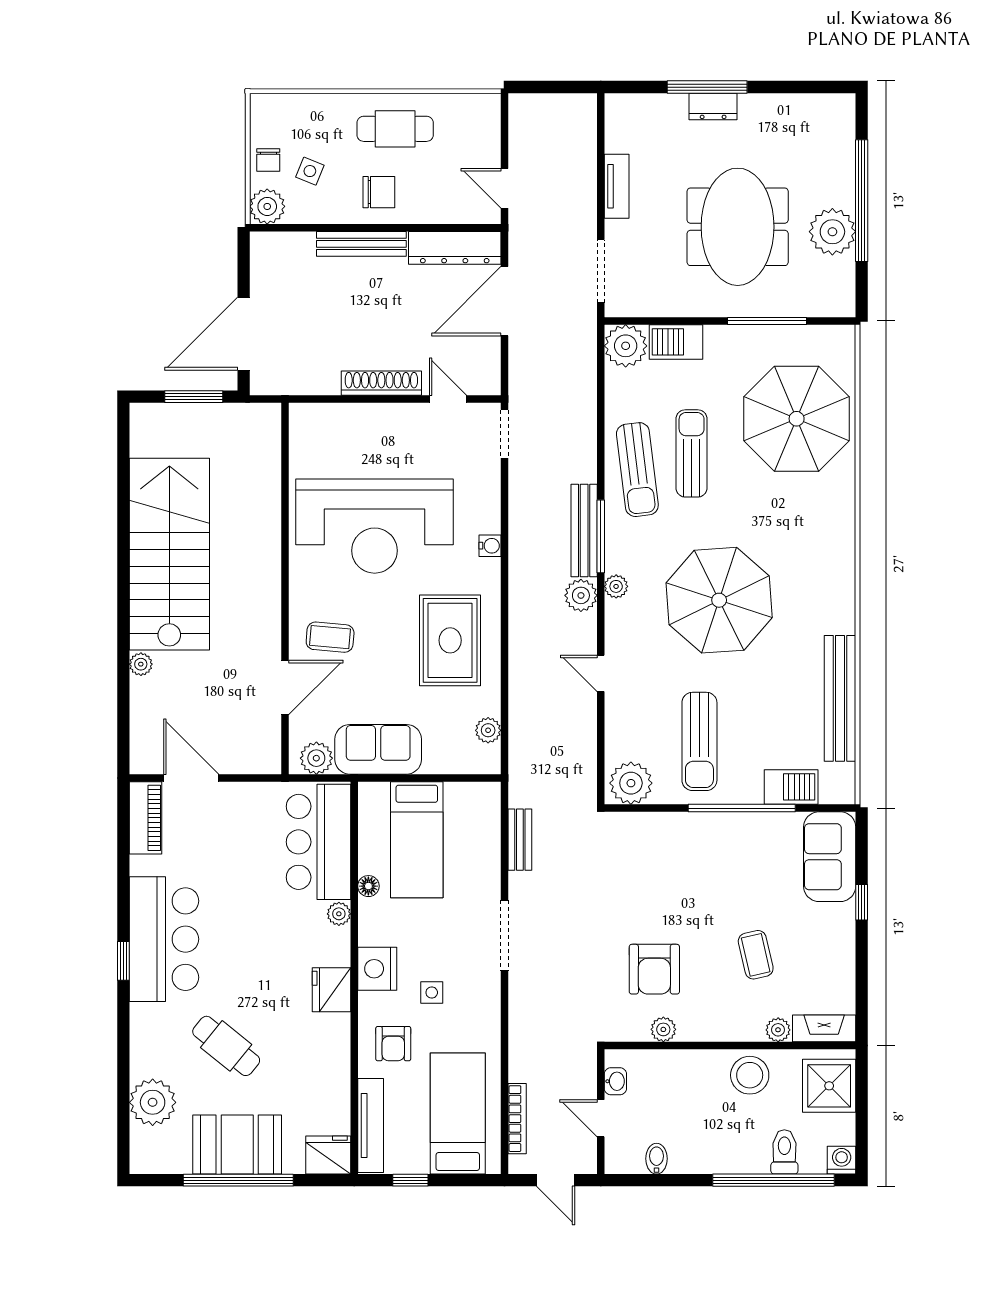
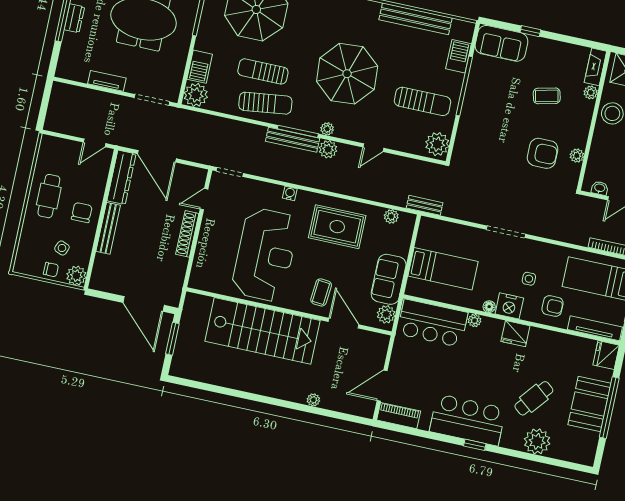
stairs: (169, 554) -> (263, 331), moved, turned 180
bench: (520, 840) -> (425, 205), moved
floor lamp: (368, 886) -> (489, 307), moved
plant: (153, 1102) -> (537, 441), moved

